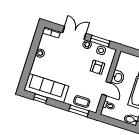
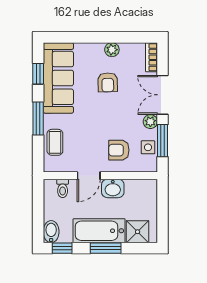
double door: (74, 33) -> (163, 95), swing flipped
armchair: (58, 61) -> (108, 82), added
window: (79, 111) -> (38, 118), moved

